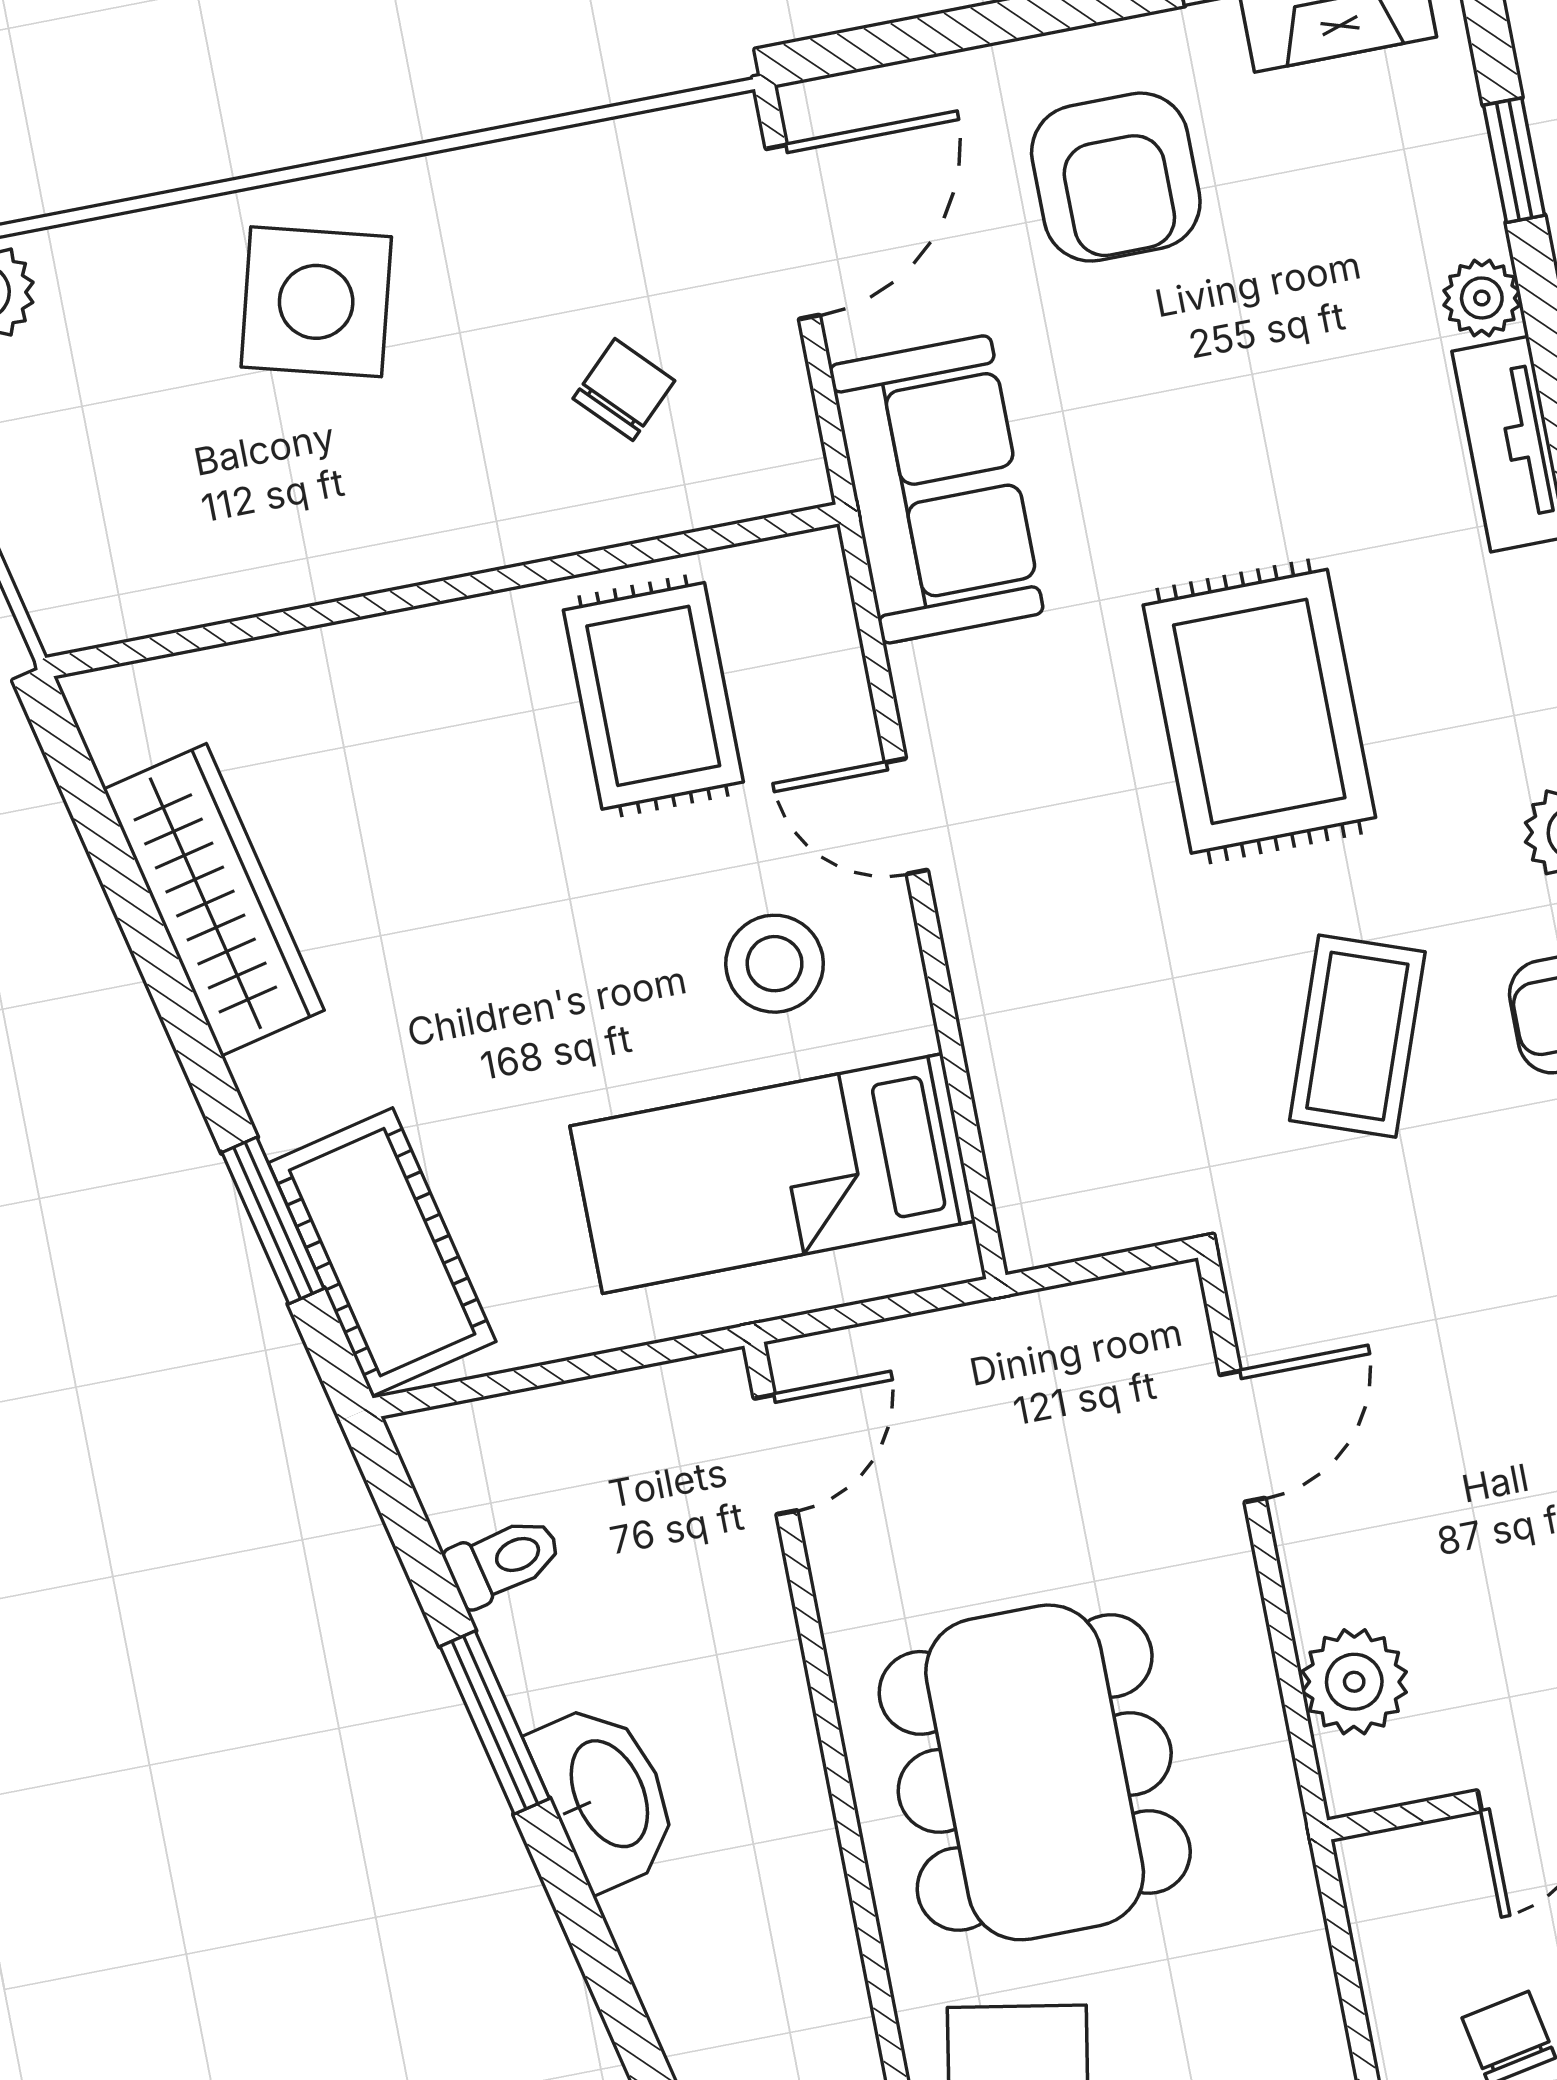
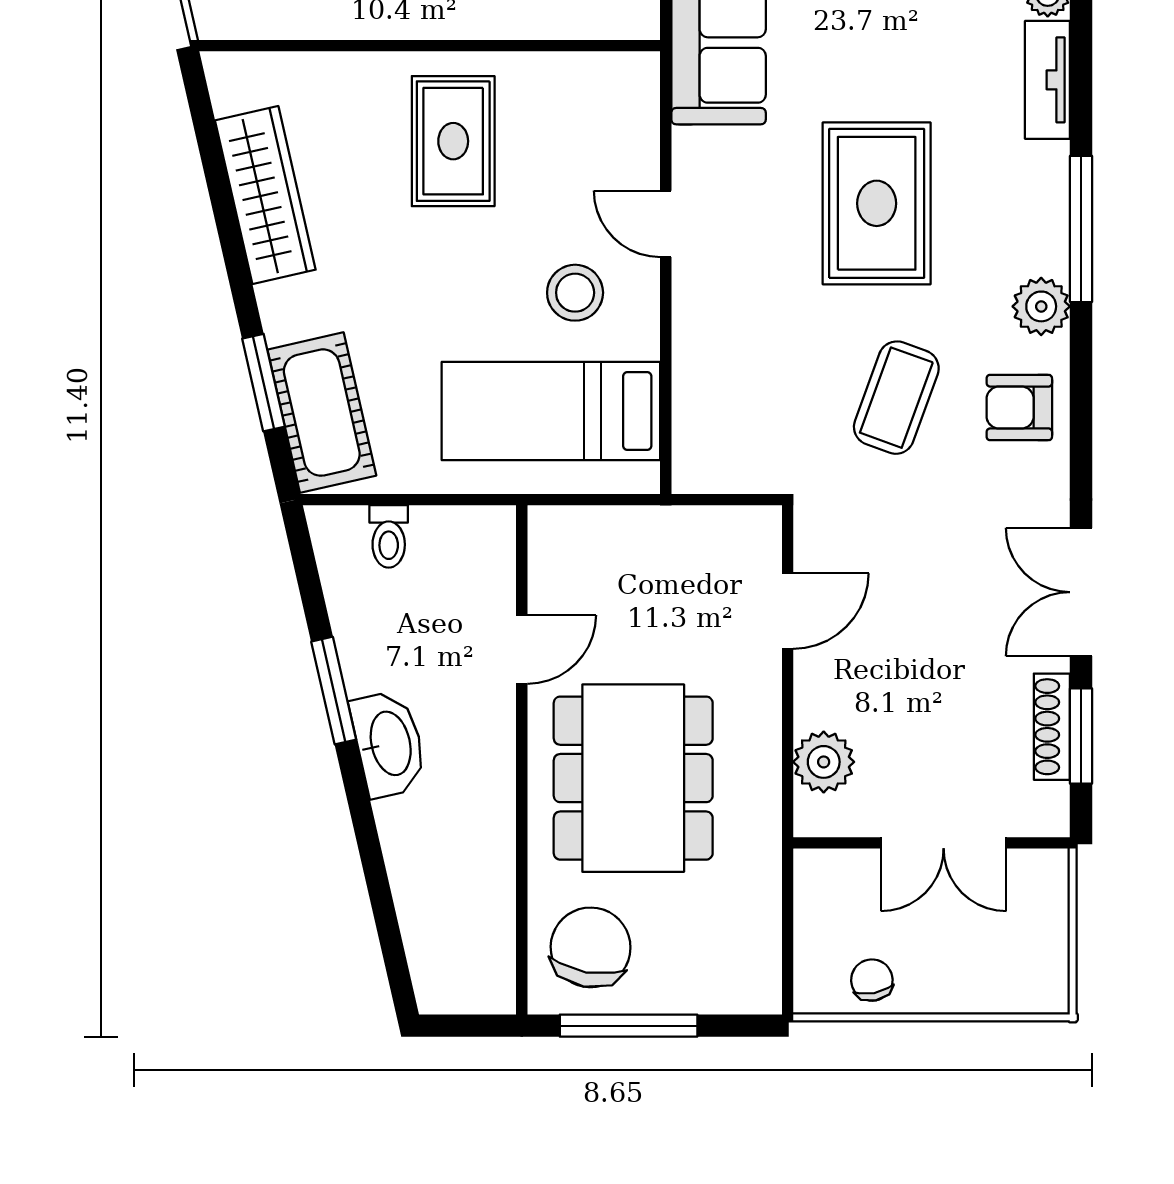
rug: (653, 696) -> (453, 141), moved
door: (776, 1454) -> (522, 649), moved
toilet: (504, 1561) -> (389, 536), moved, turned 103

